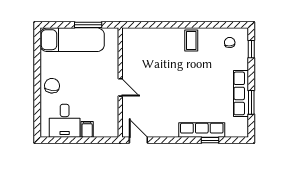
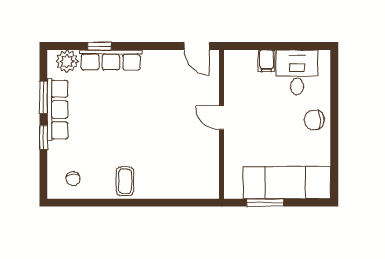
window: (251, 49) -> (43, 137), moved
chair: (52, 86) -> (314, 120), turned 84
plant: (234, 129) -> (67, 61), added

